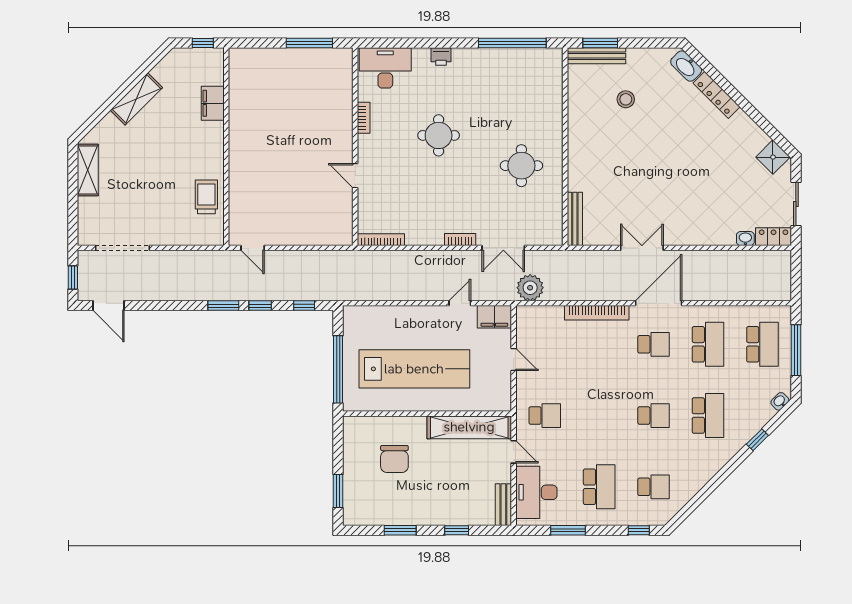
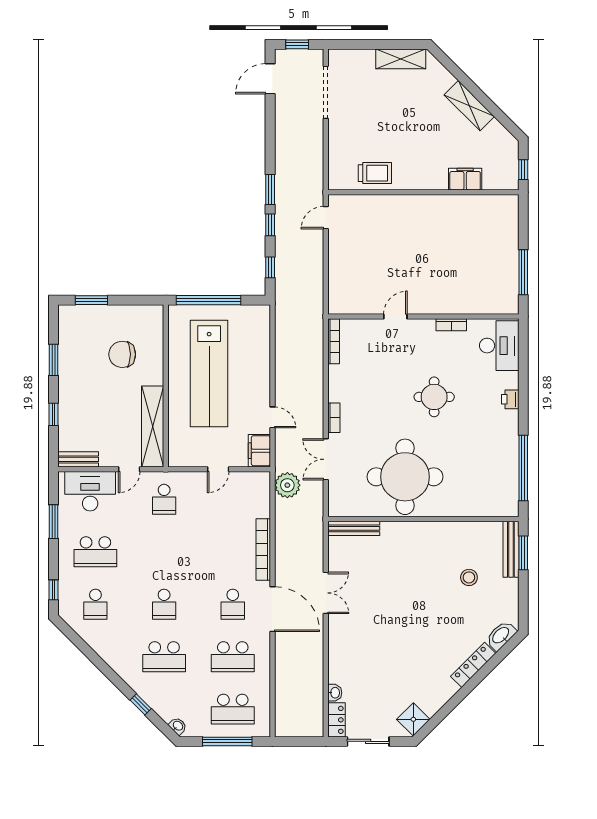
round table: (521, 166) -> (405, 477), width x1.86, depth x1.86

